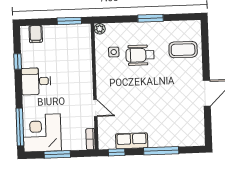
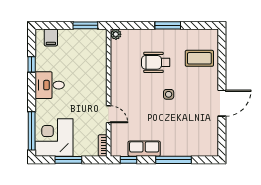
side table: (114, 52) -> (169, 94), moved

